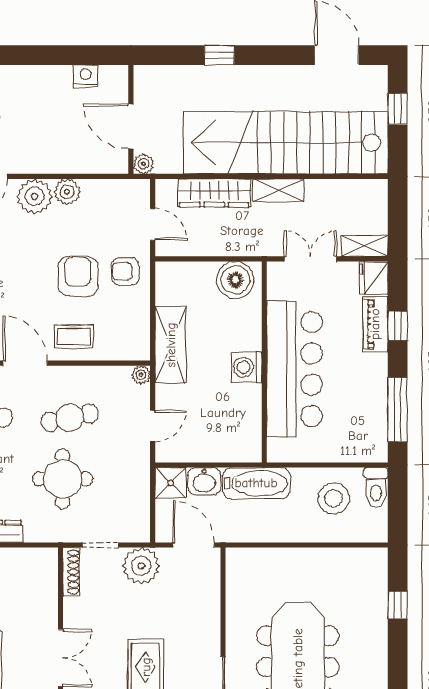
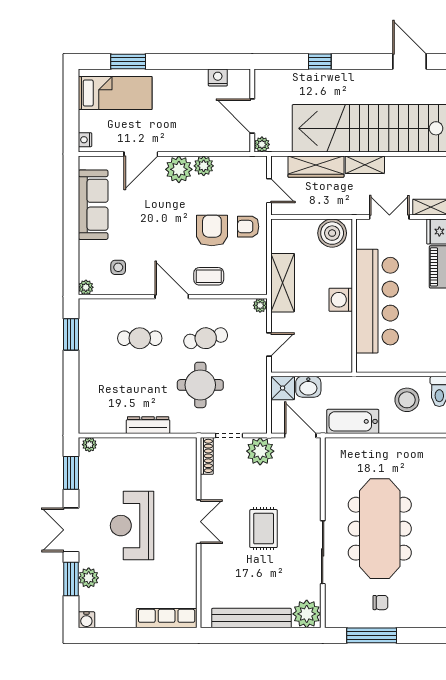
bathtub: (256, 483) -> (353, 421), moved, turned 180

